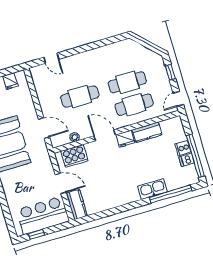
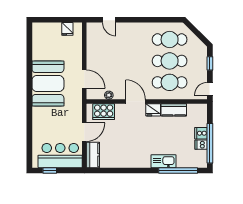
cafe table: (80, 97) -> (170, 40), moved
door: (61, 183) -> (84, 132), hinge flipped

